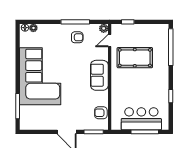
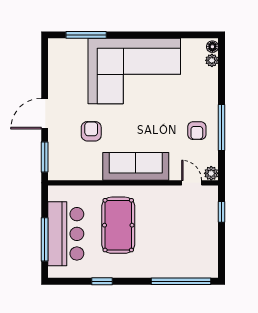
pool table: (135, 58) -> (118, 225), moved
sofa: (99, 75) -> (136, 166), width x1.36
armchair: (101, 113) -> (91, 131), moved

